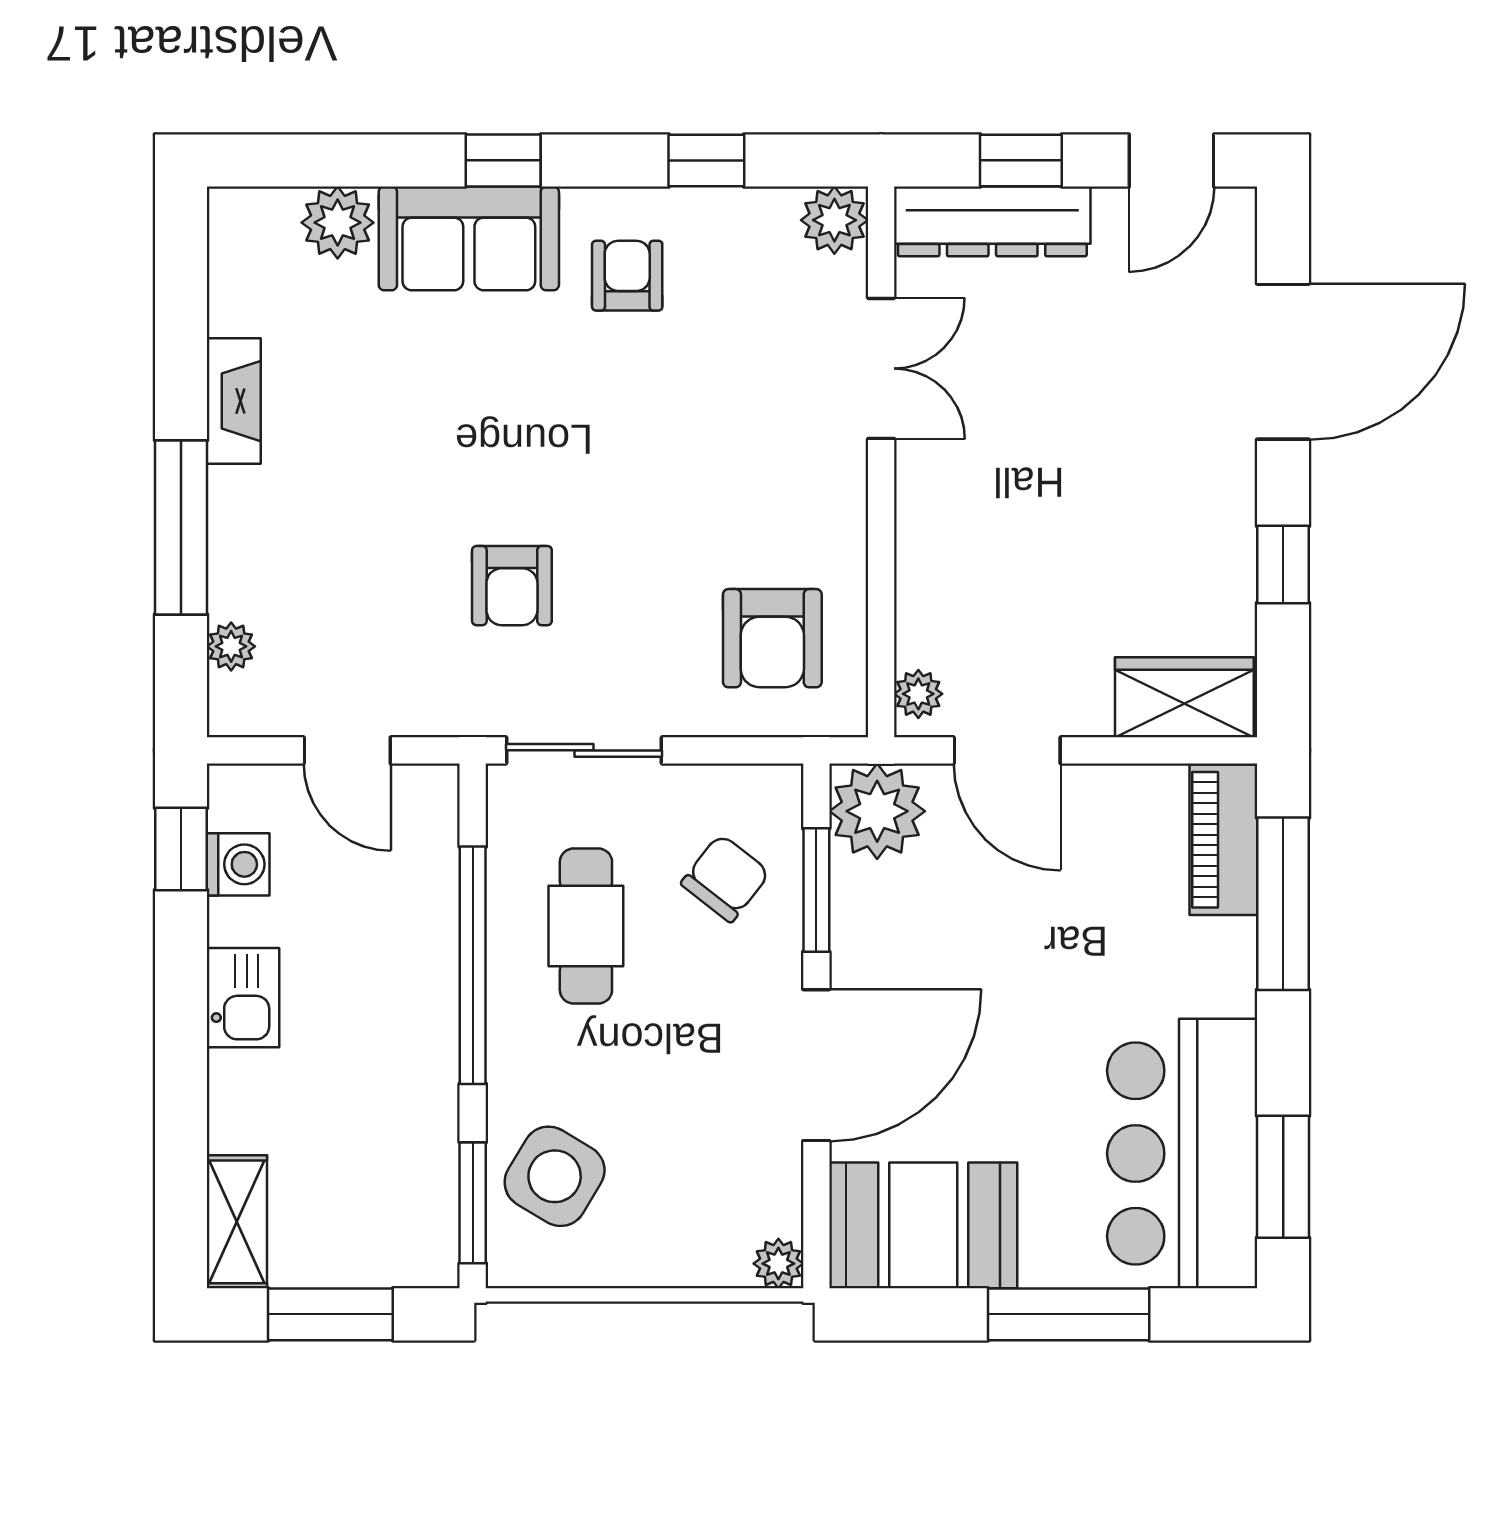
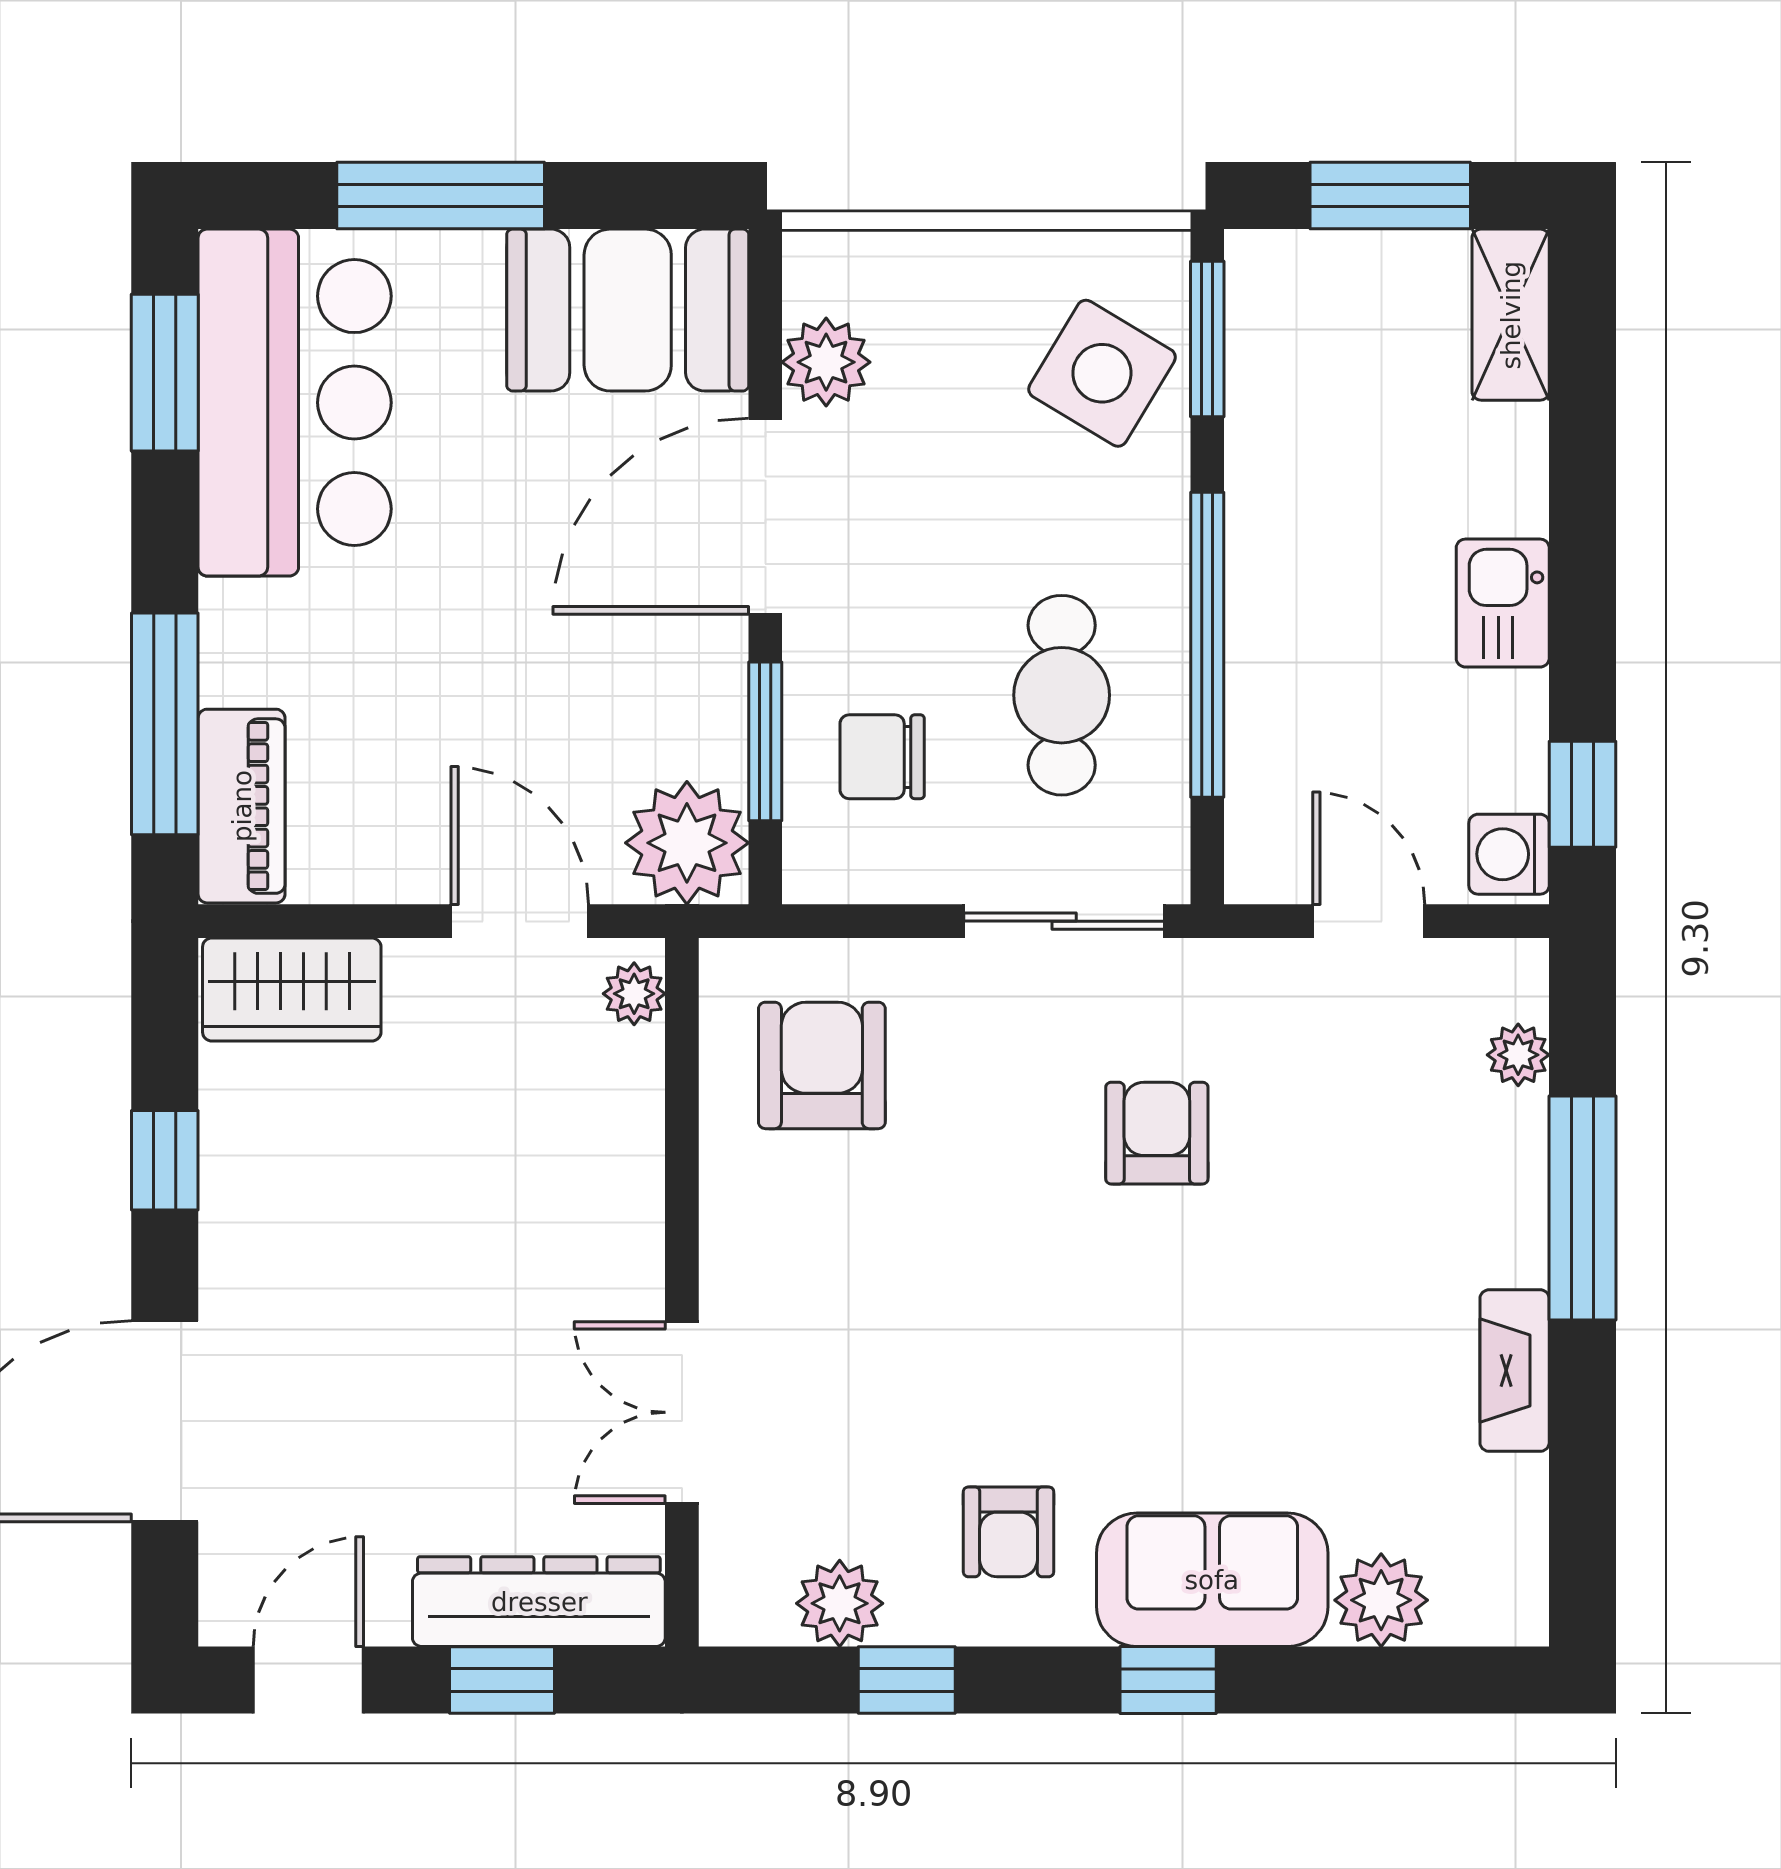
plant: (834, 220) -> (840, 1603), moved
washing machine: (238, 864) -> (1509, 854), moved
chair: (725, 878) -> (882, 757), turned 52
plant: (778, 1264) -> (826, 362), moved, width x1.38, depth x1.38

